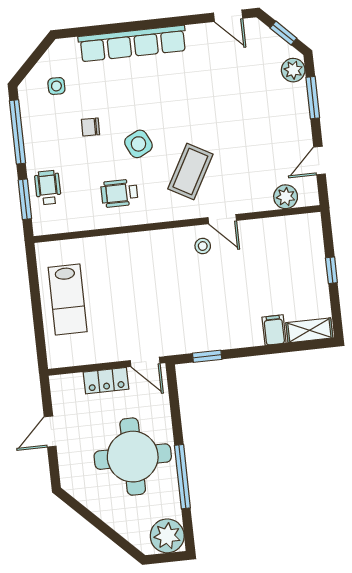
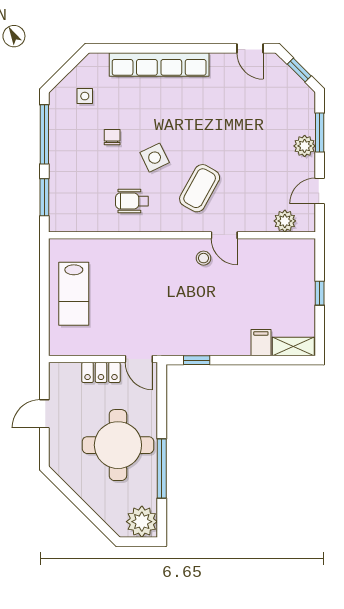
plant: (293, 70) -> (305, 146), moved
chair: (90, 127) -> (112, 137), turned 89
wheelchair: (48, 188) -> (67, 189), removed

